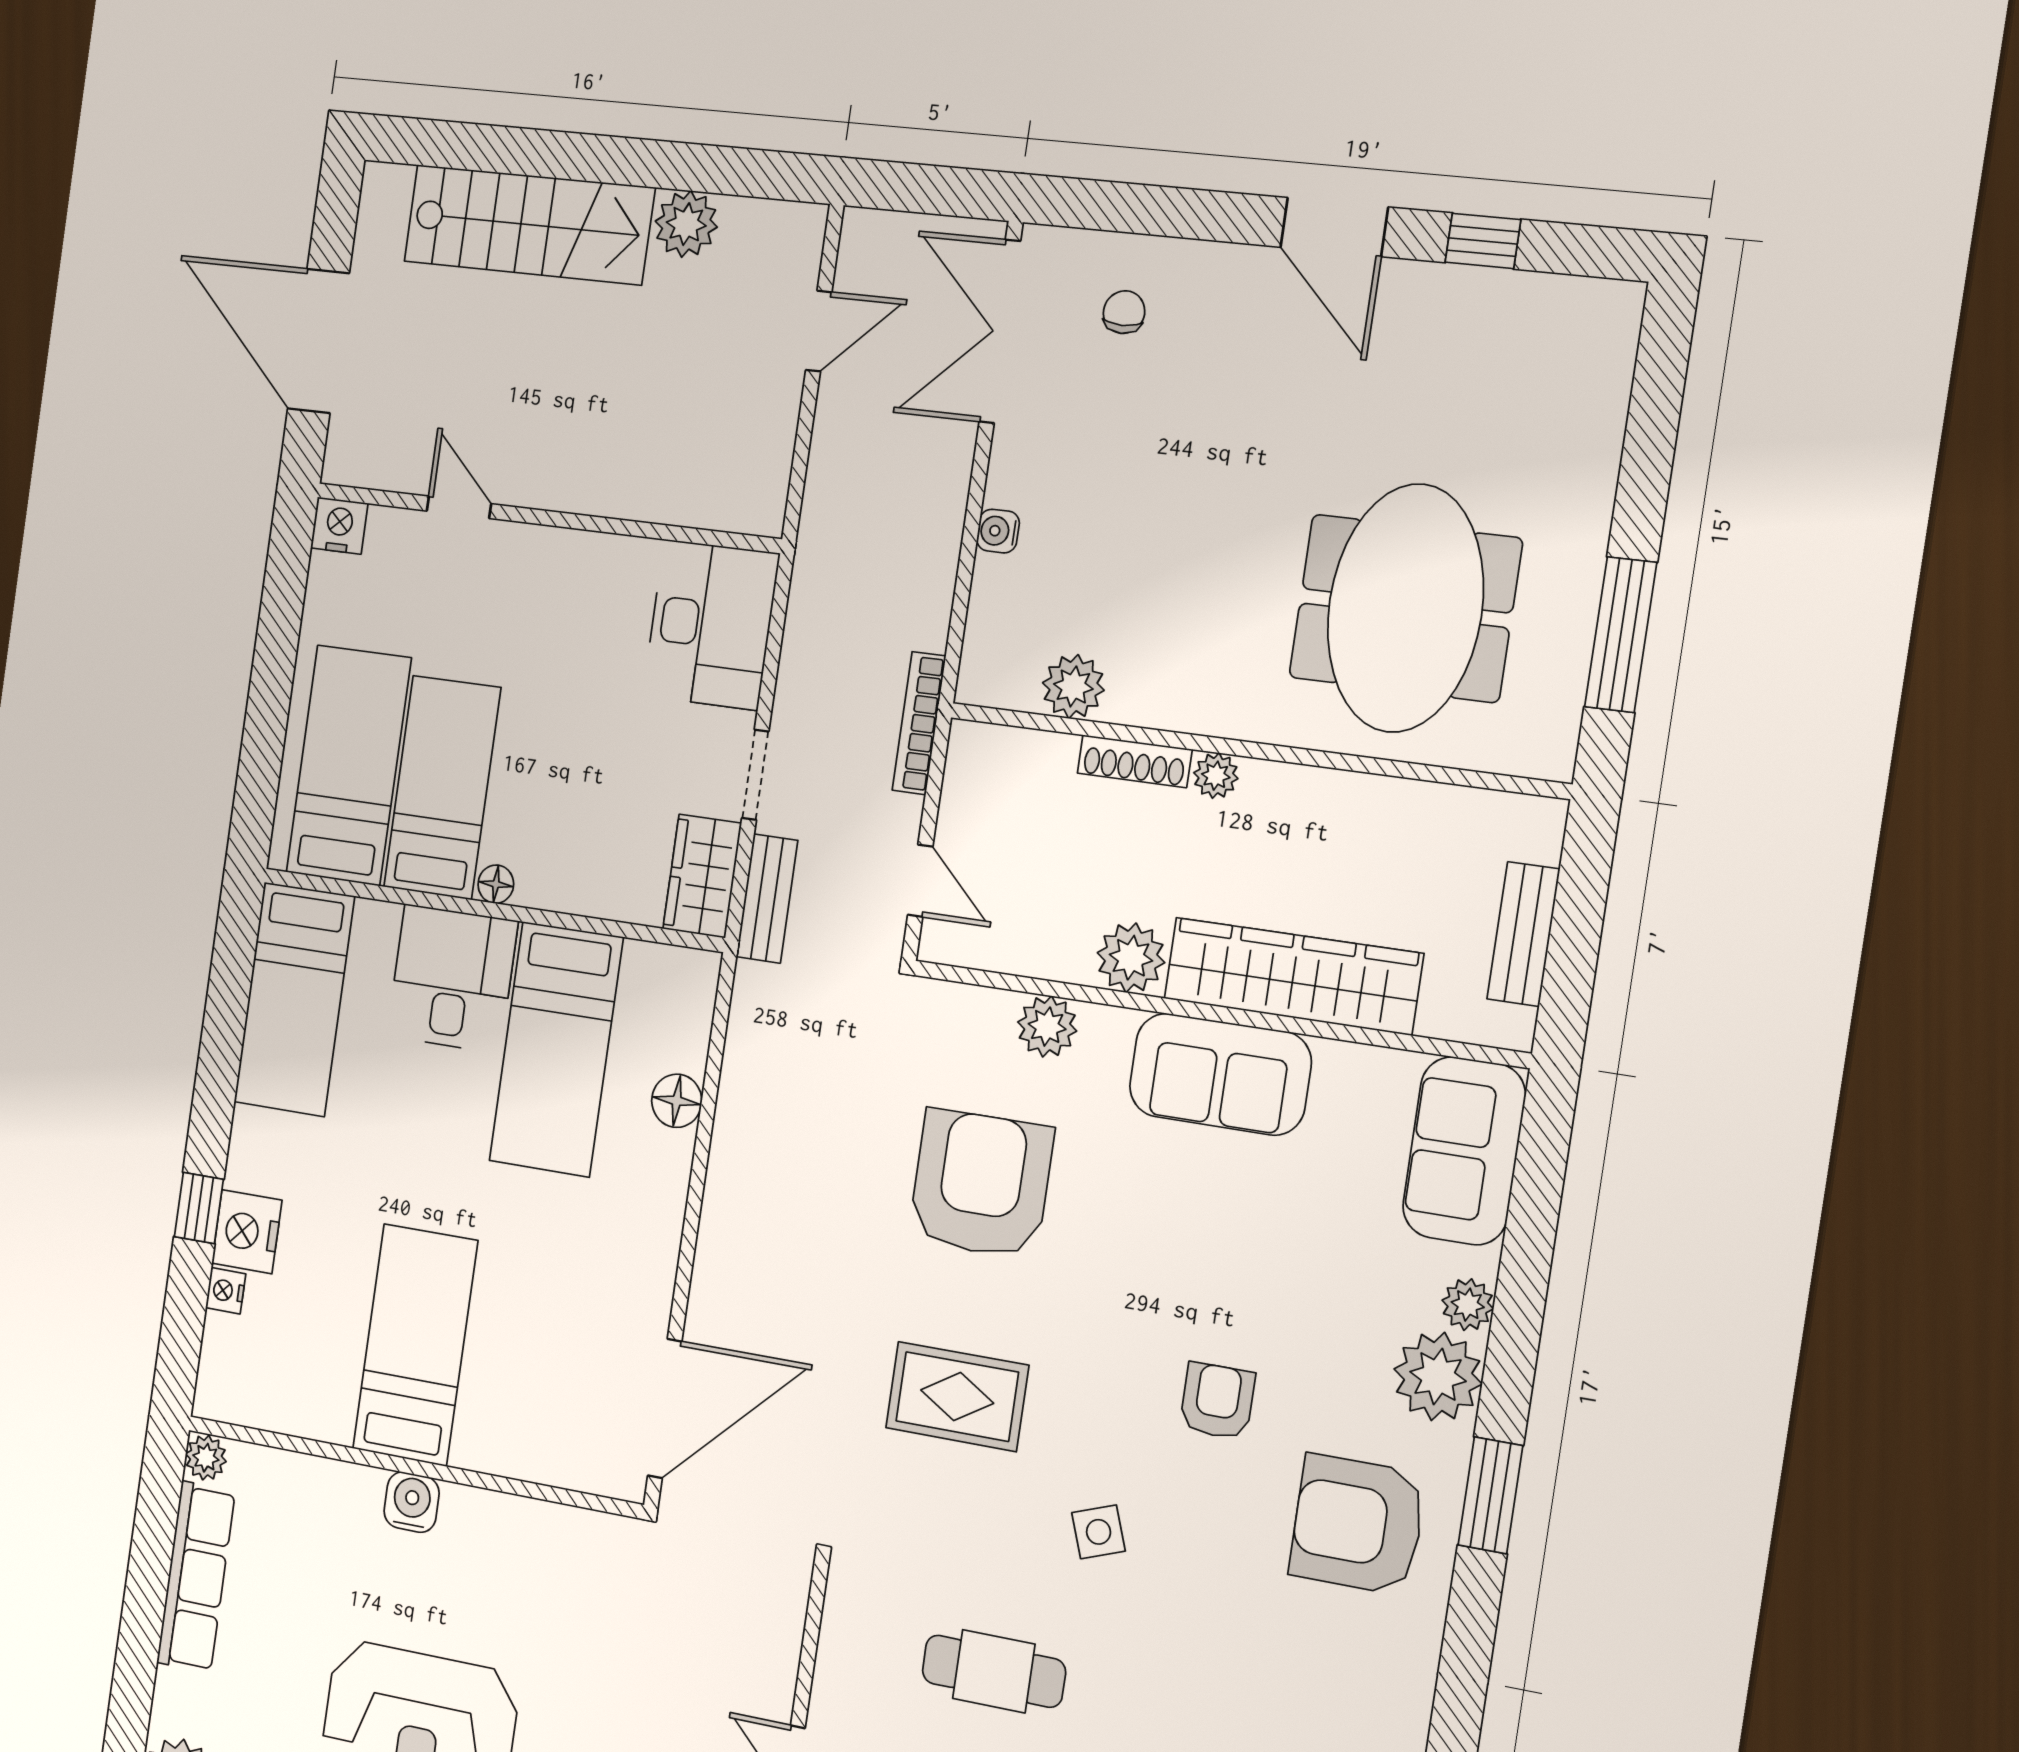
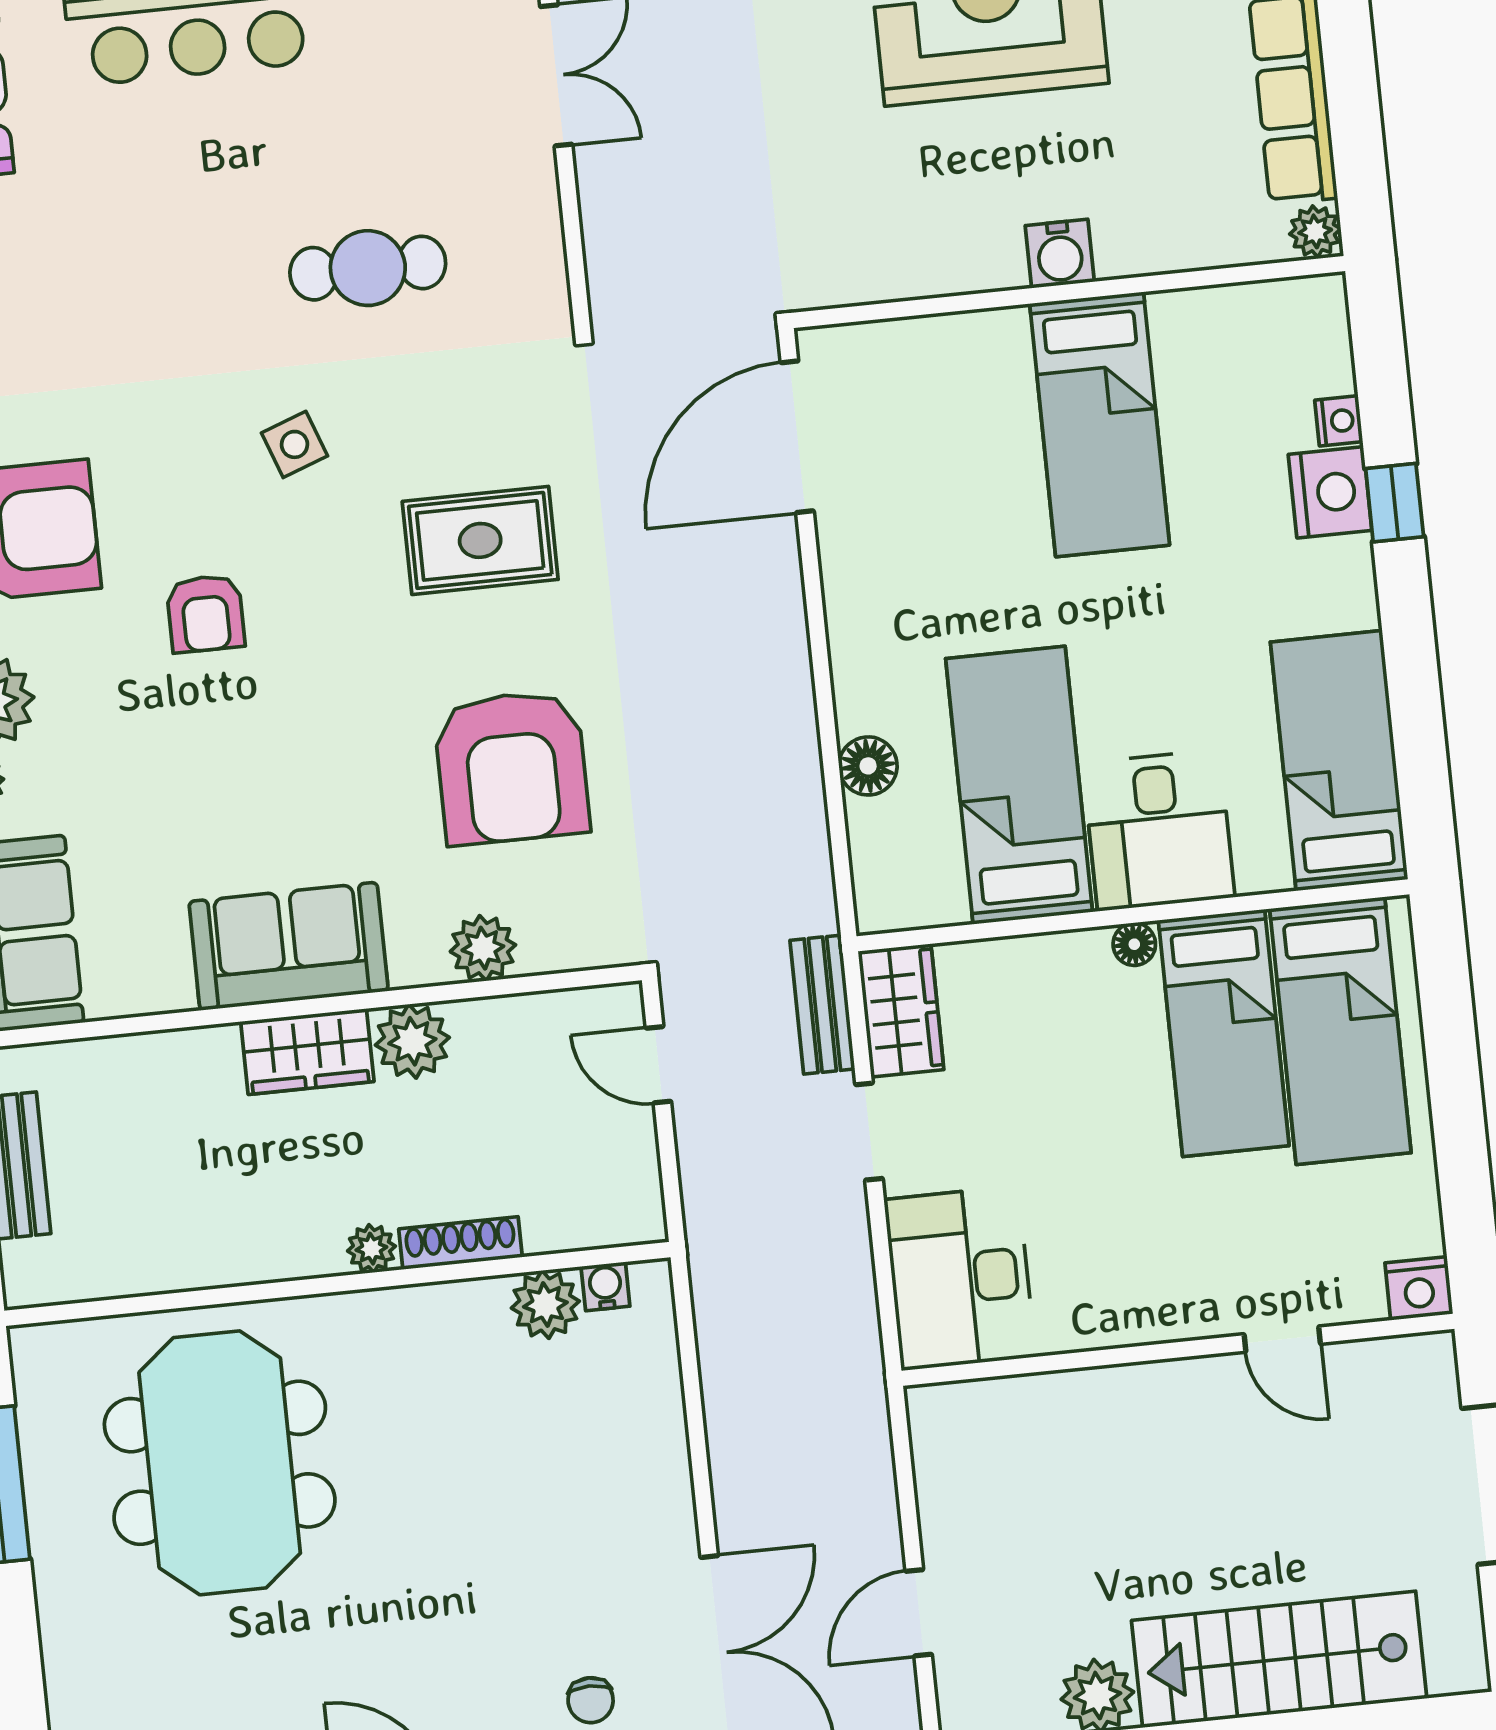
water cooler: (998, 531) -> (605, 1286), moved, turned -90
bookcase: (919, 723) -> (702, 1228), removed
wardrobe: (1293, 976) -> (307, 1052), width x0.48, depth x0.85

